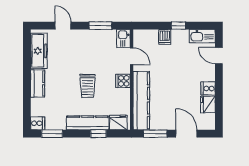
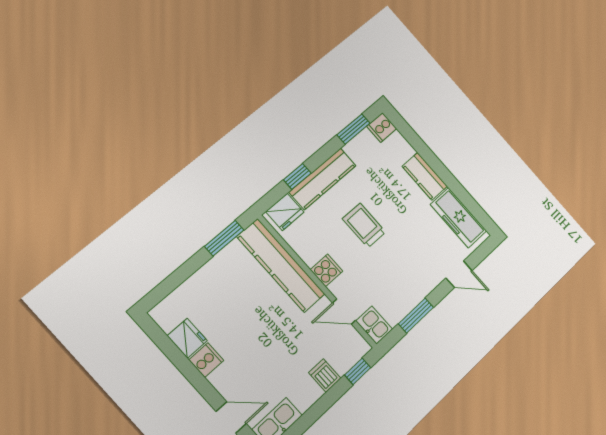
window: (178, 26) -> (358, 371), moved
door: (186, 134) -> (182, 274), removed

